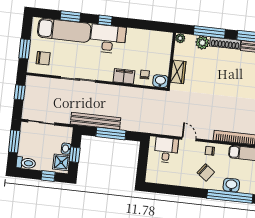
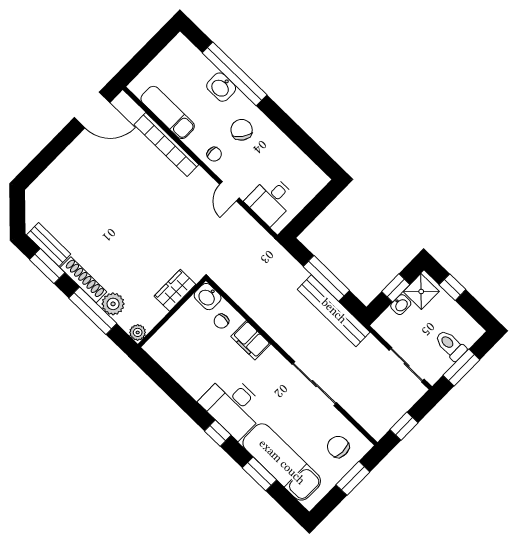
toilet: (26, 163) -> (450, 345), moved

